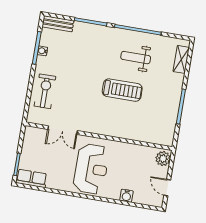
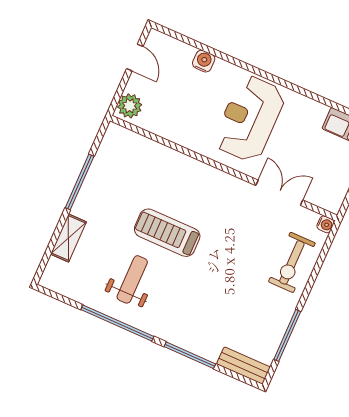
water cooler: (42, 51) -> (325, 224), moved
weight bench: (136, 58) -> (132, 279), turned -90
shelving: (181, 59) -> (68, 238), moved

